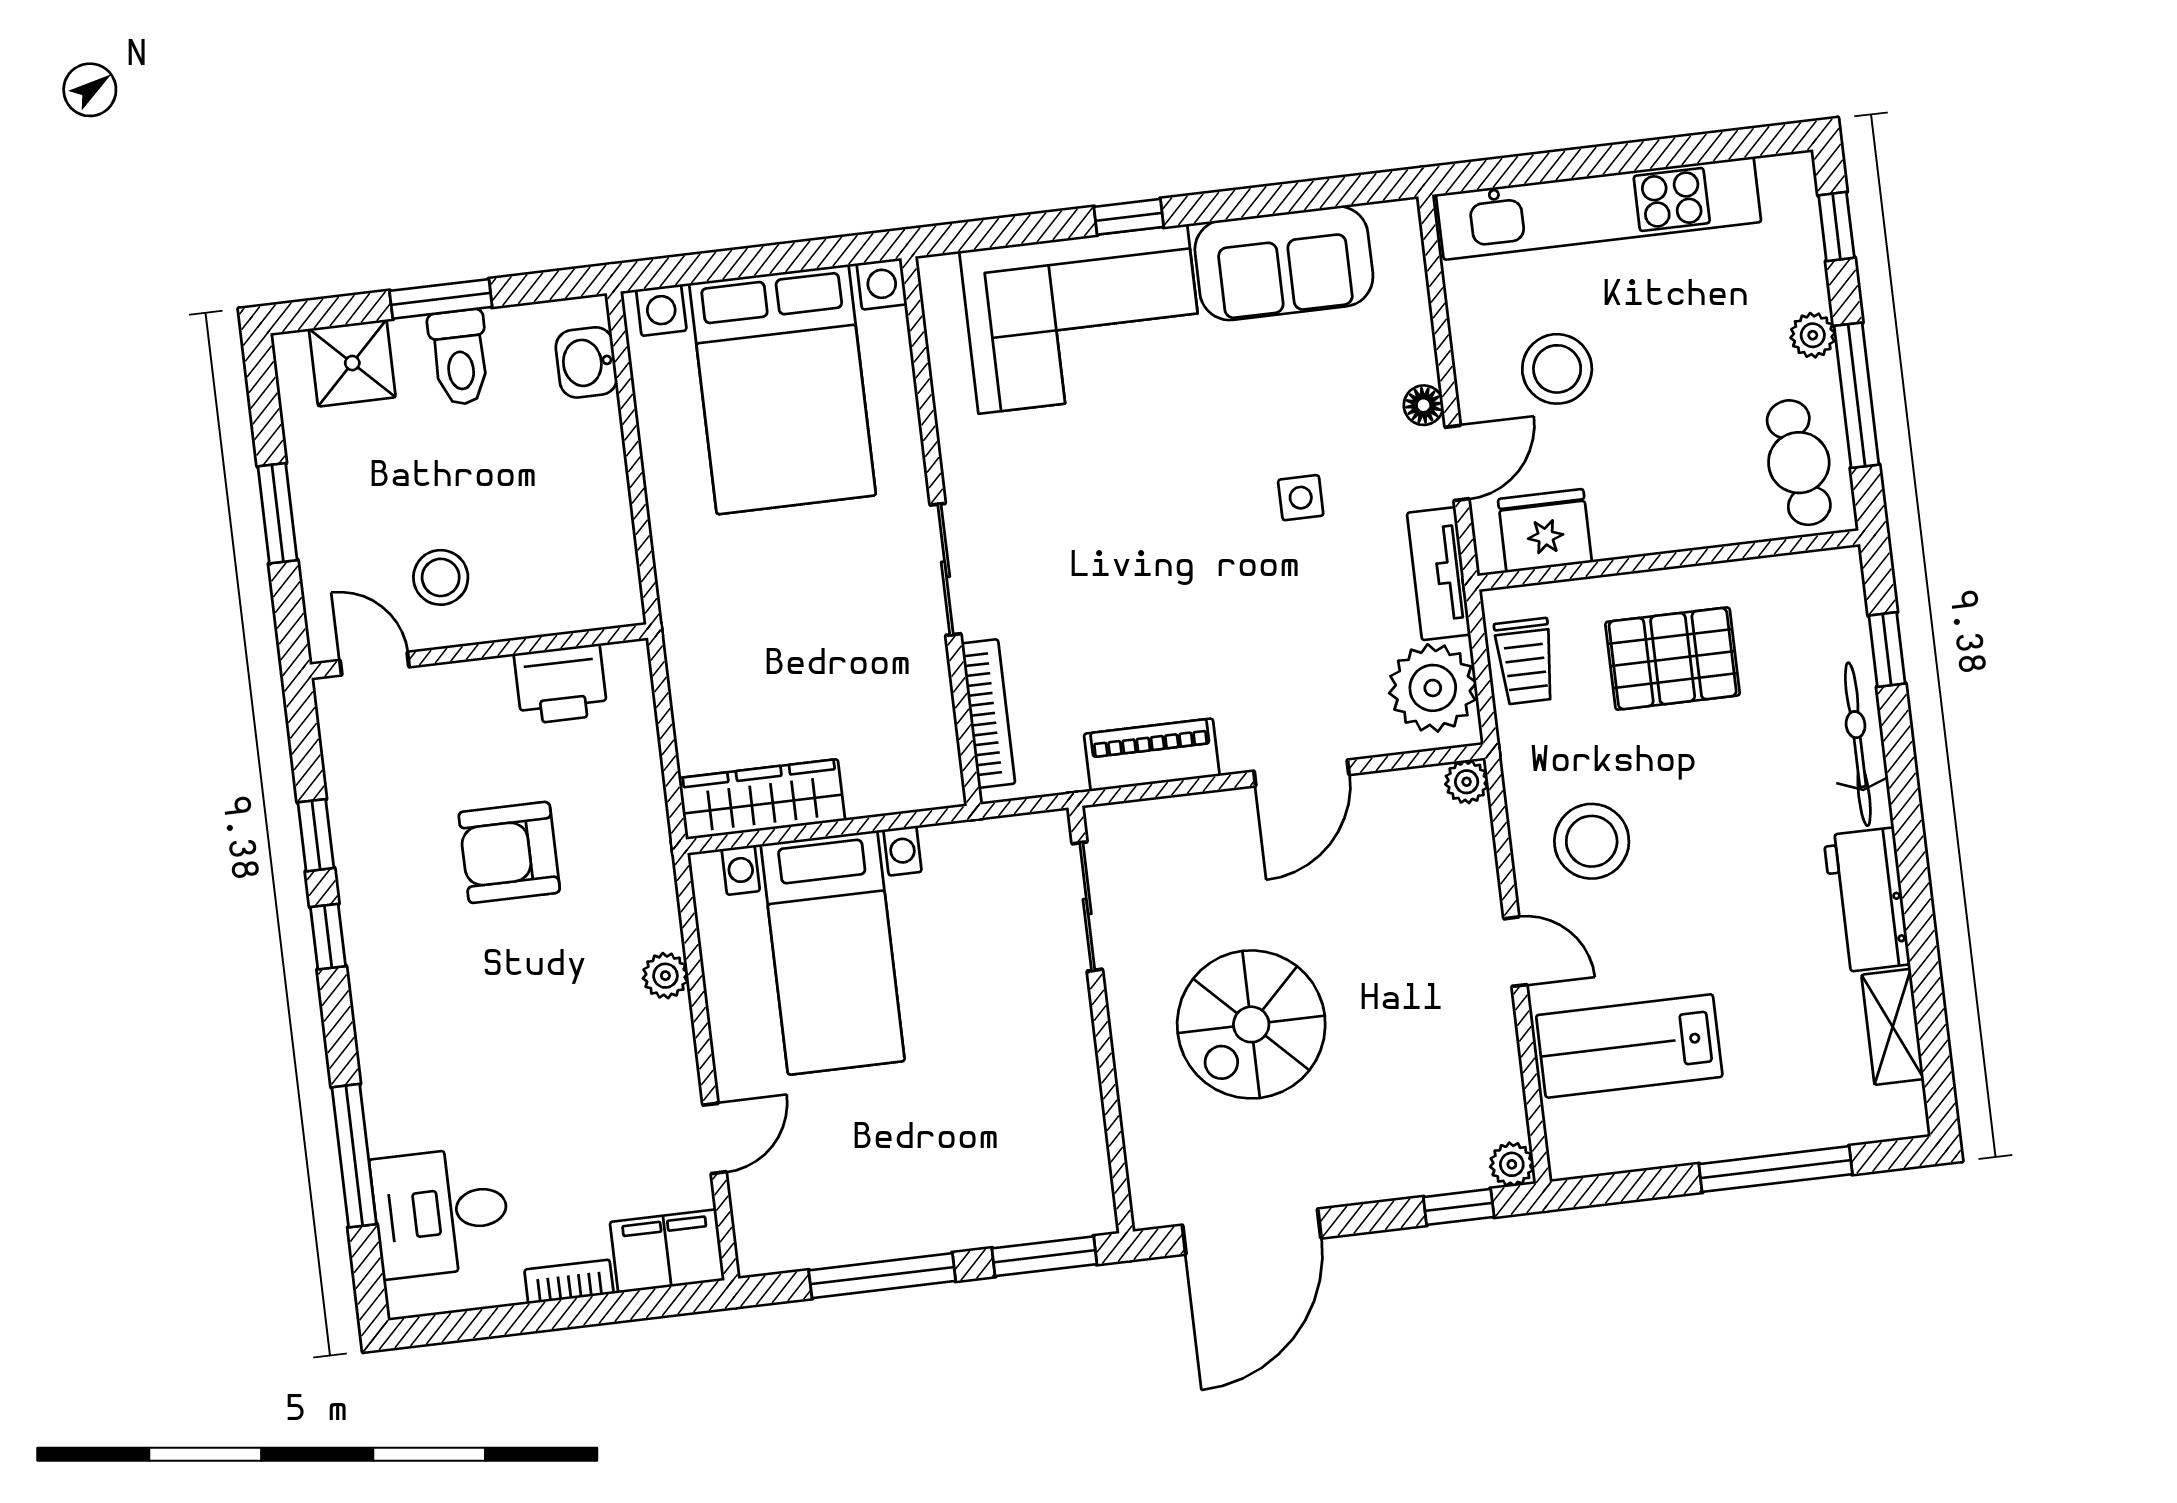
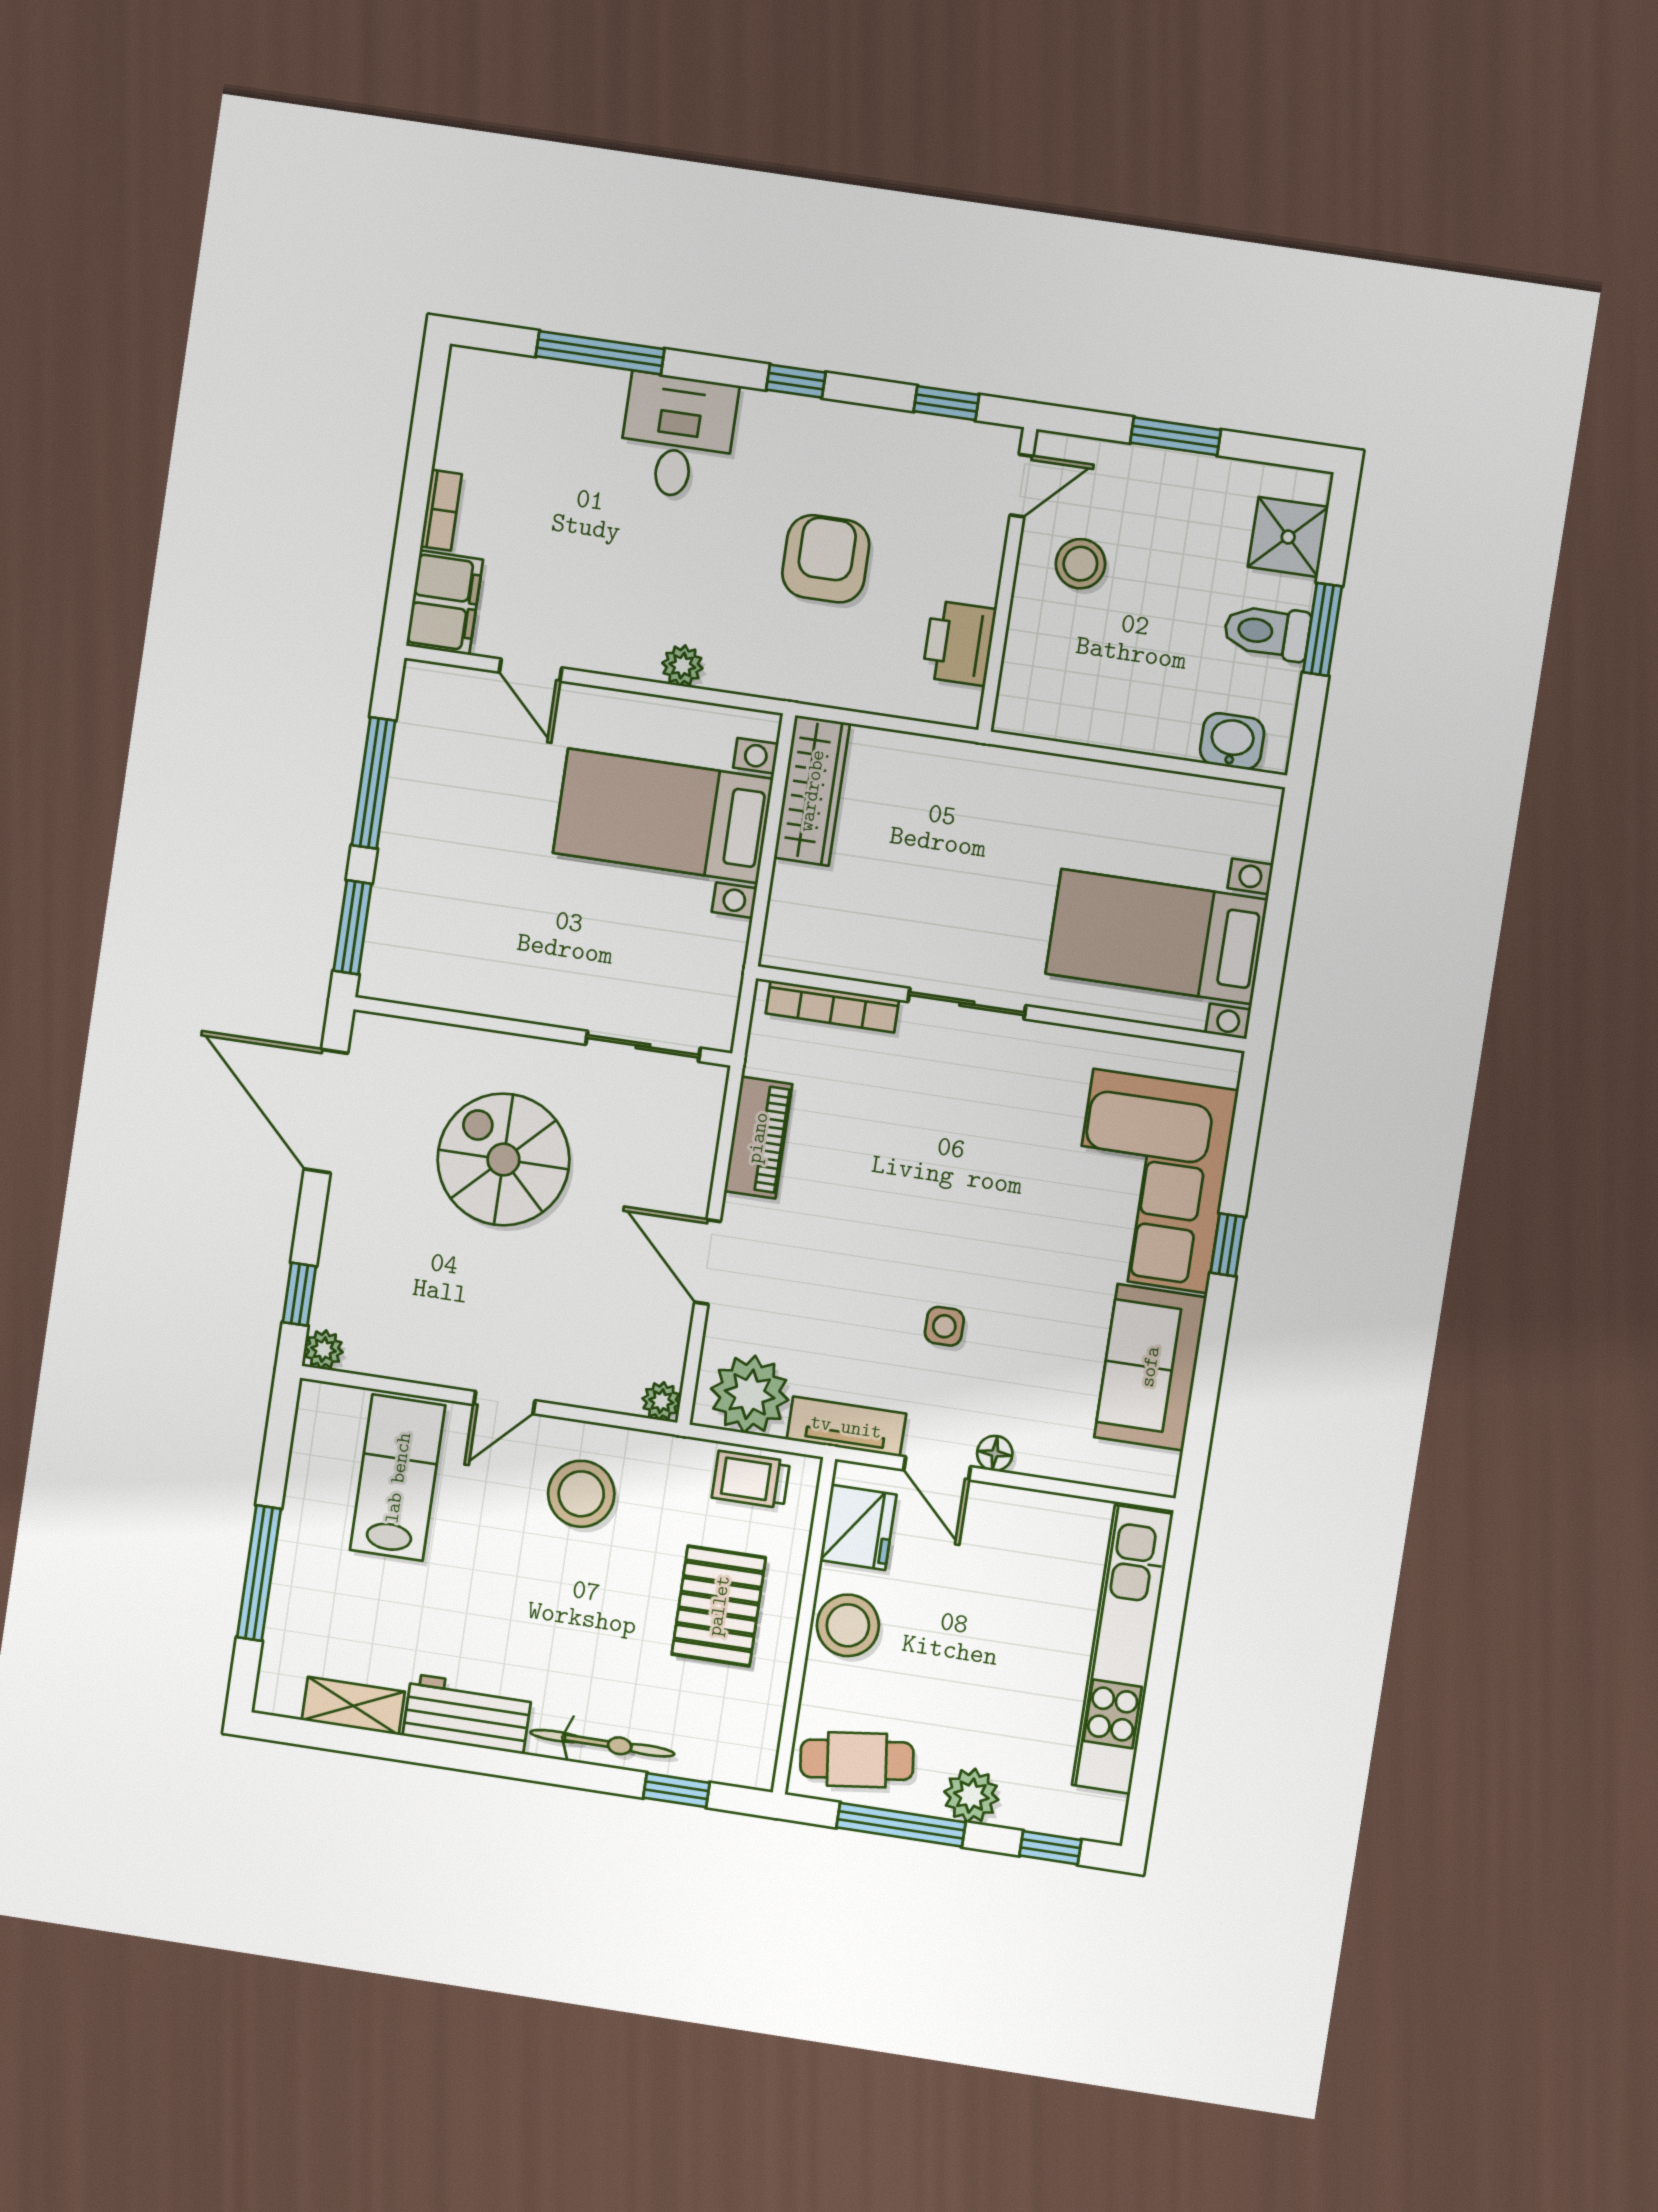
plant: (1813, 335) -> (971, 1796), width x1.38, depth x1.38
stool: (1557, 369) -> (848, 1625), moved
bed with nightstands: (783, 389) -> (1157, 937), width x0.73
window: (316, 835) -> (946, 403), moved
desk: (441, 1212) -> (677, 436), moved

